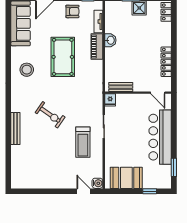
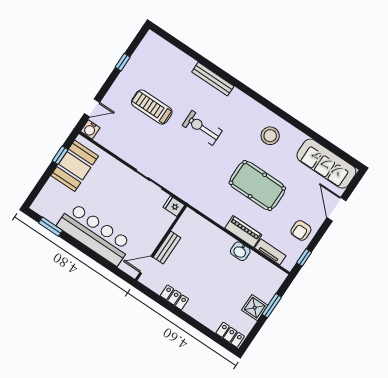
locker: (166, 62) -> (174, 297), width x0.66
bench: (121, 87) -> (167, 247), moved
exercise bike: (50, 115) -> (202, 128), turned 55
treadmill: (83, 142) -> (152, 107), moved
window: (42, 191) -> (123, 62), added
window: (150, 191) -> (60, 155), moved

